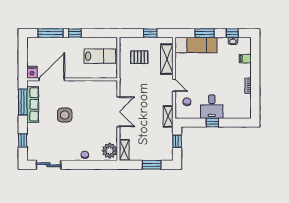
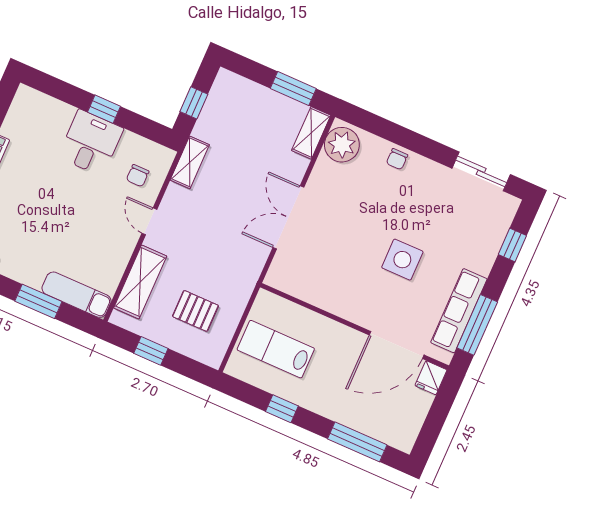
window: (75, 33) -> (282, 409), moved
exam couch: (196, 45) -> (77, 295), width x0.73, depth x0.69
window: (152, 165) -> (293, 88), moved

